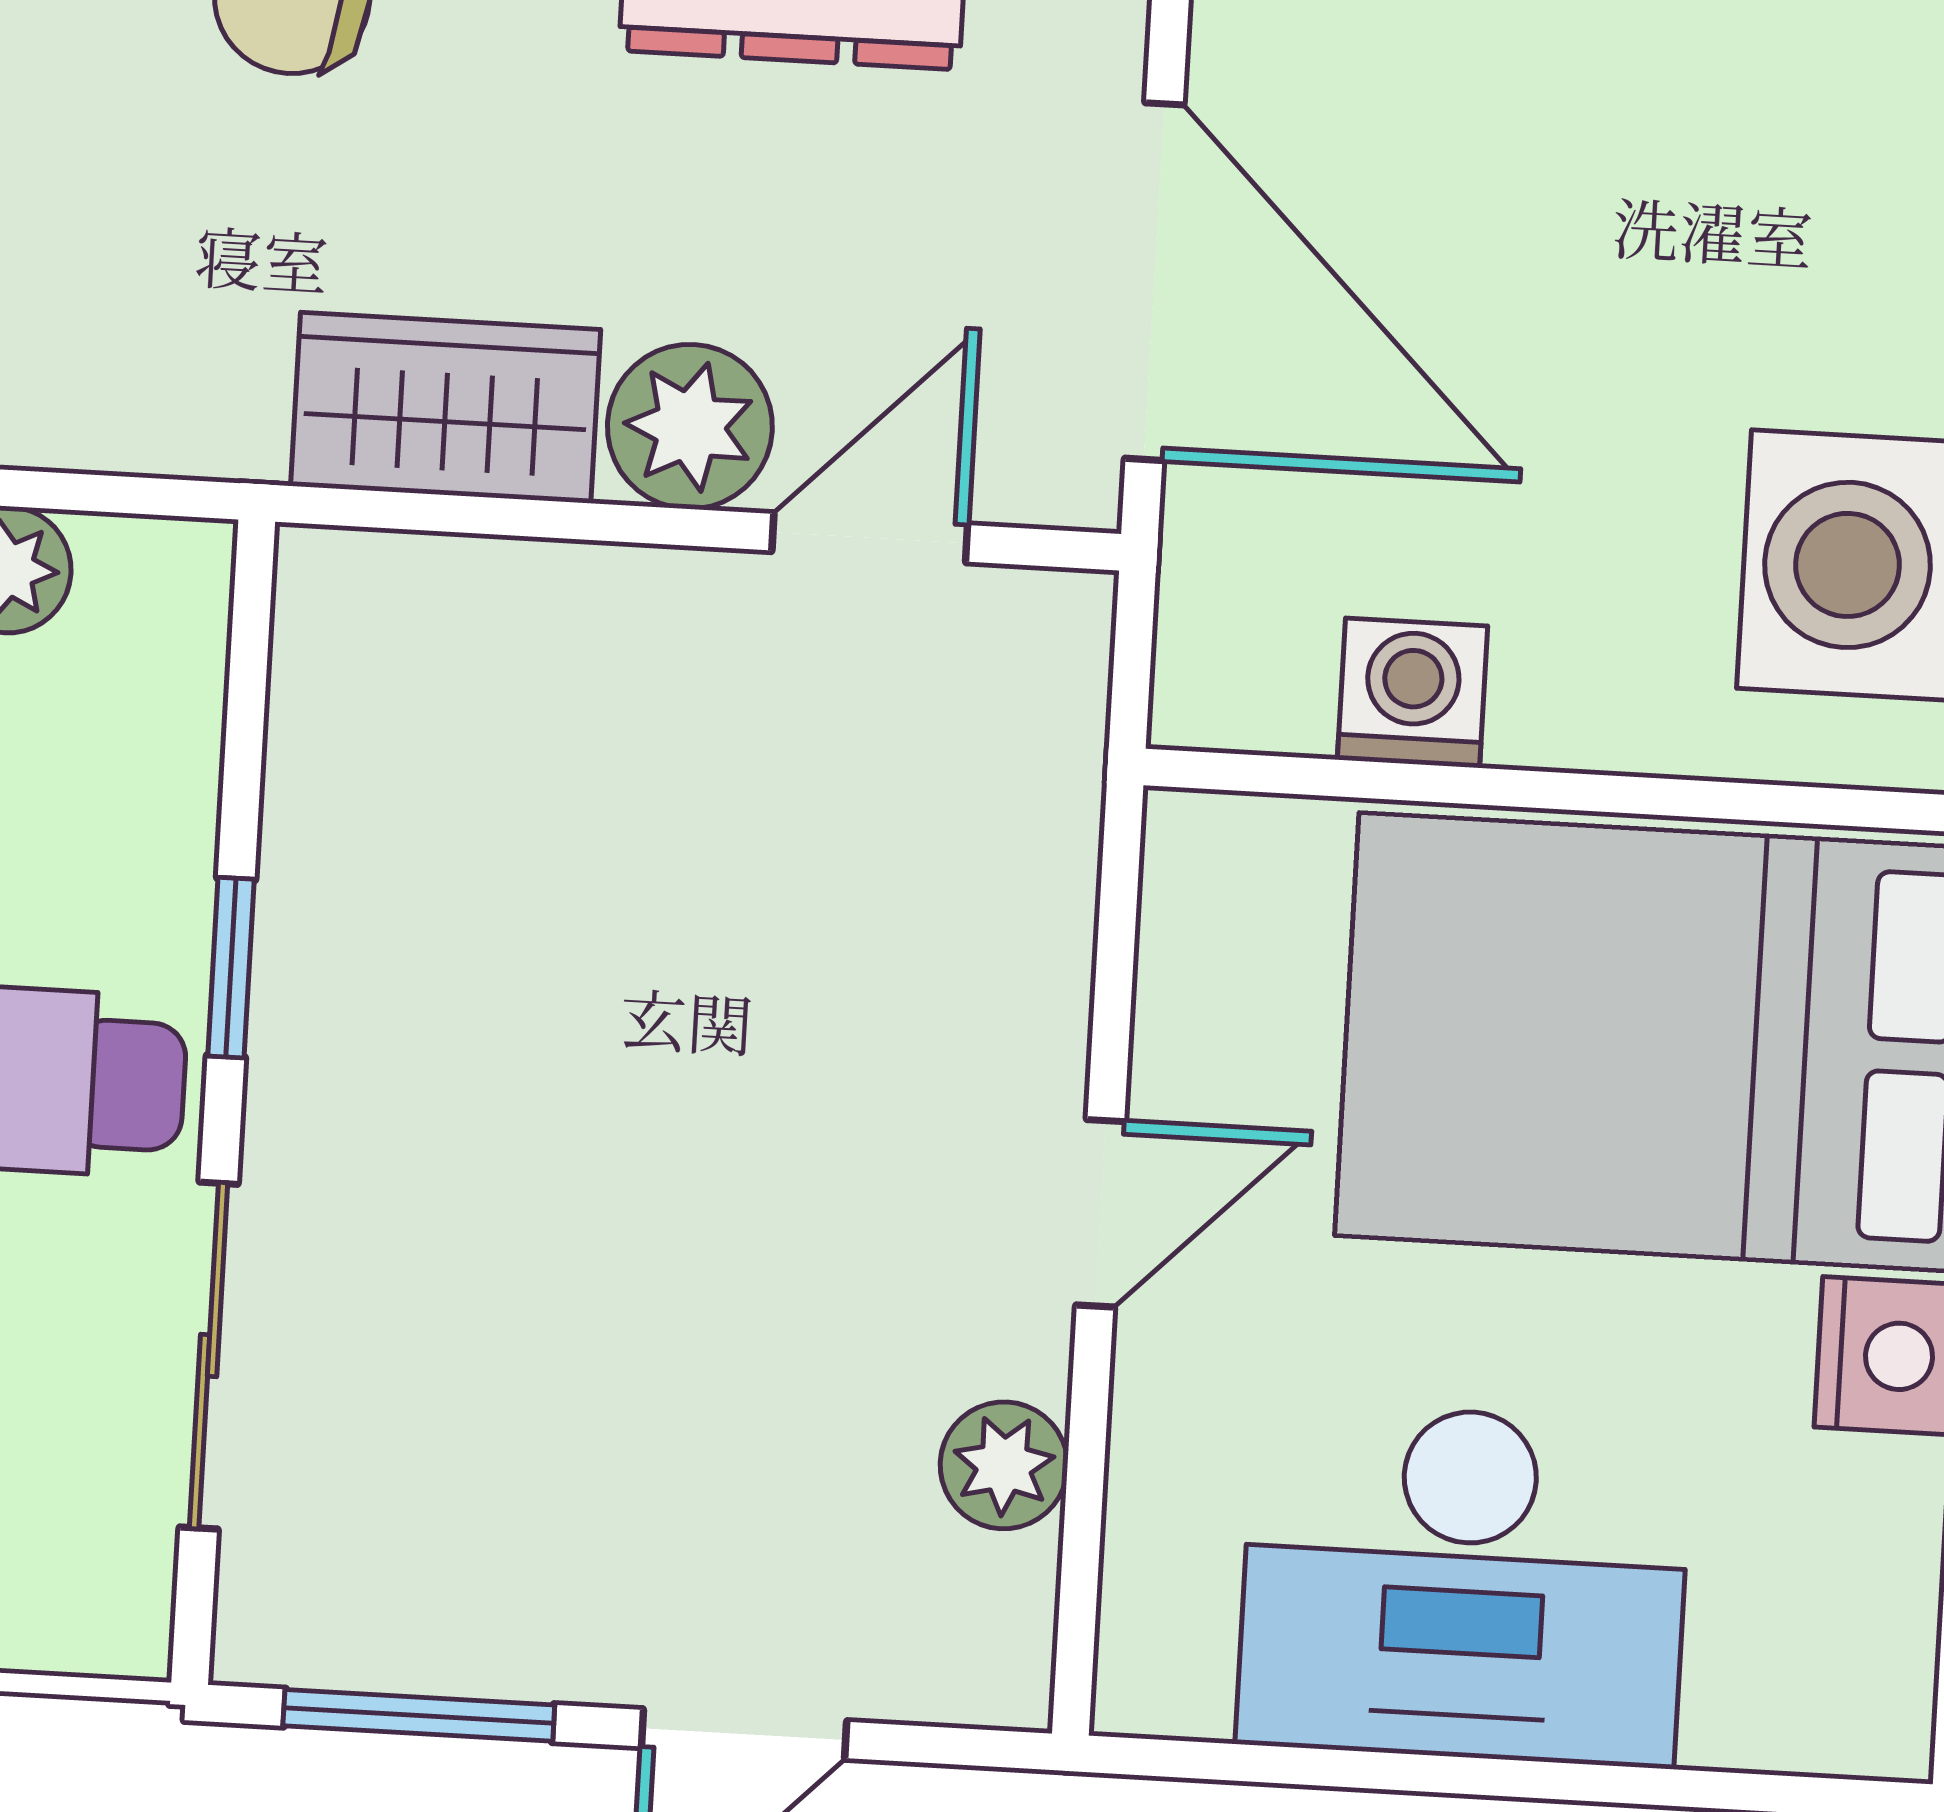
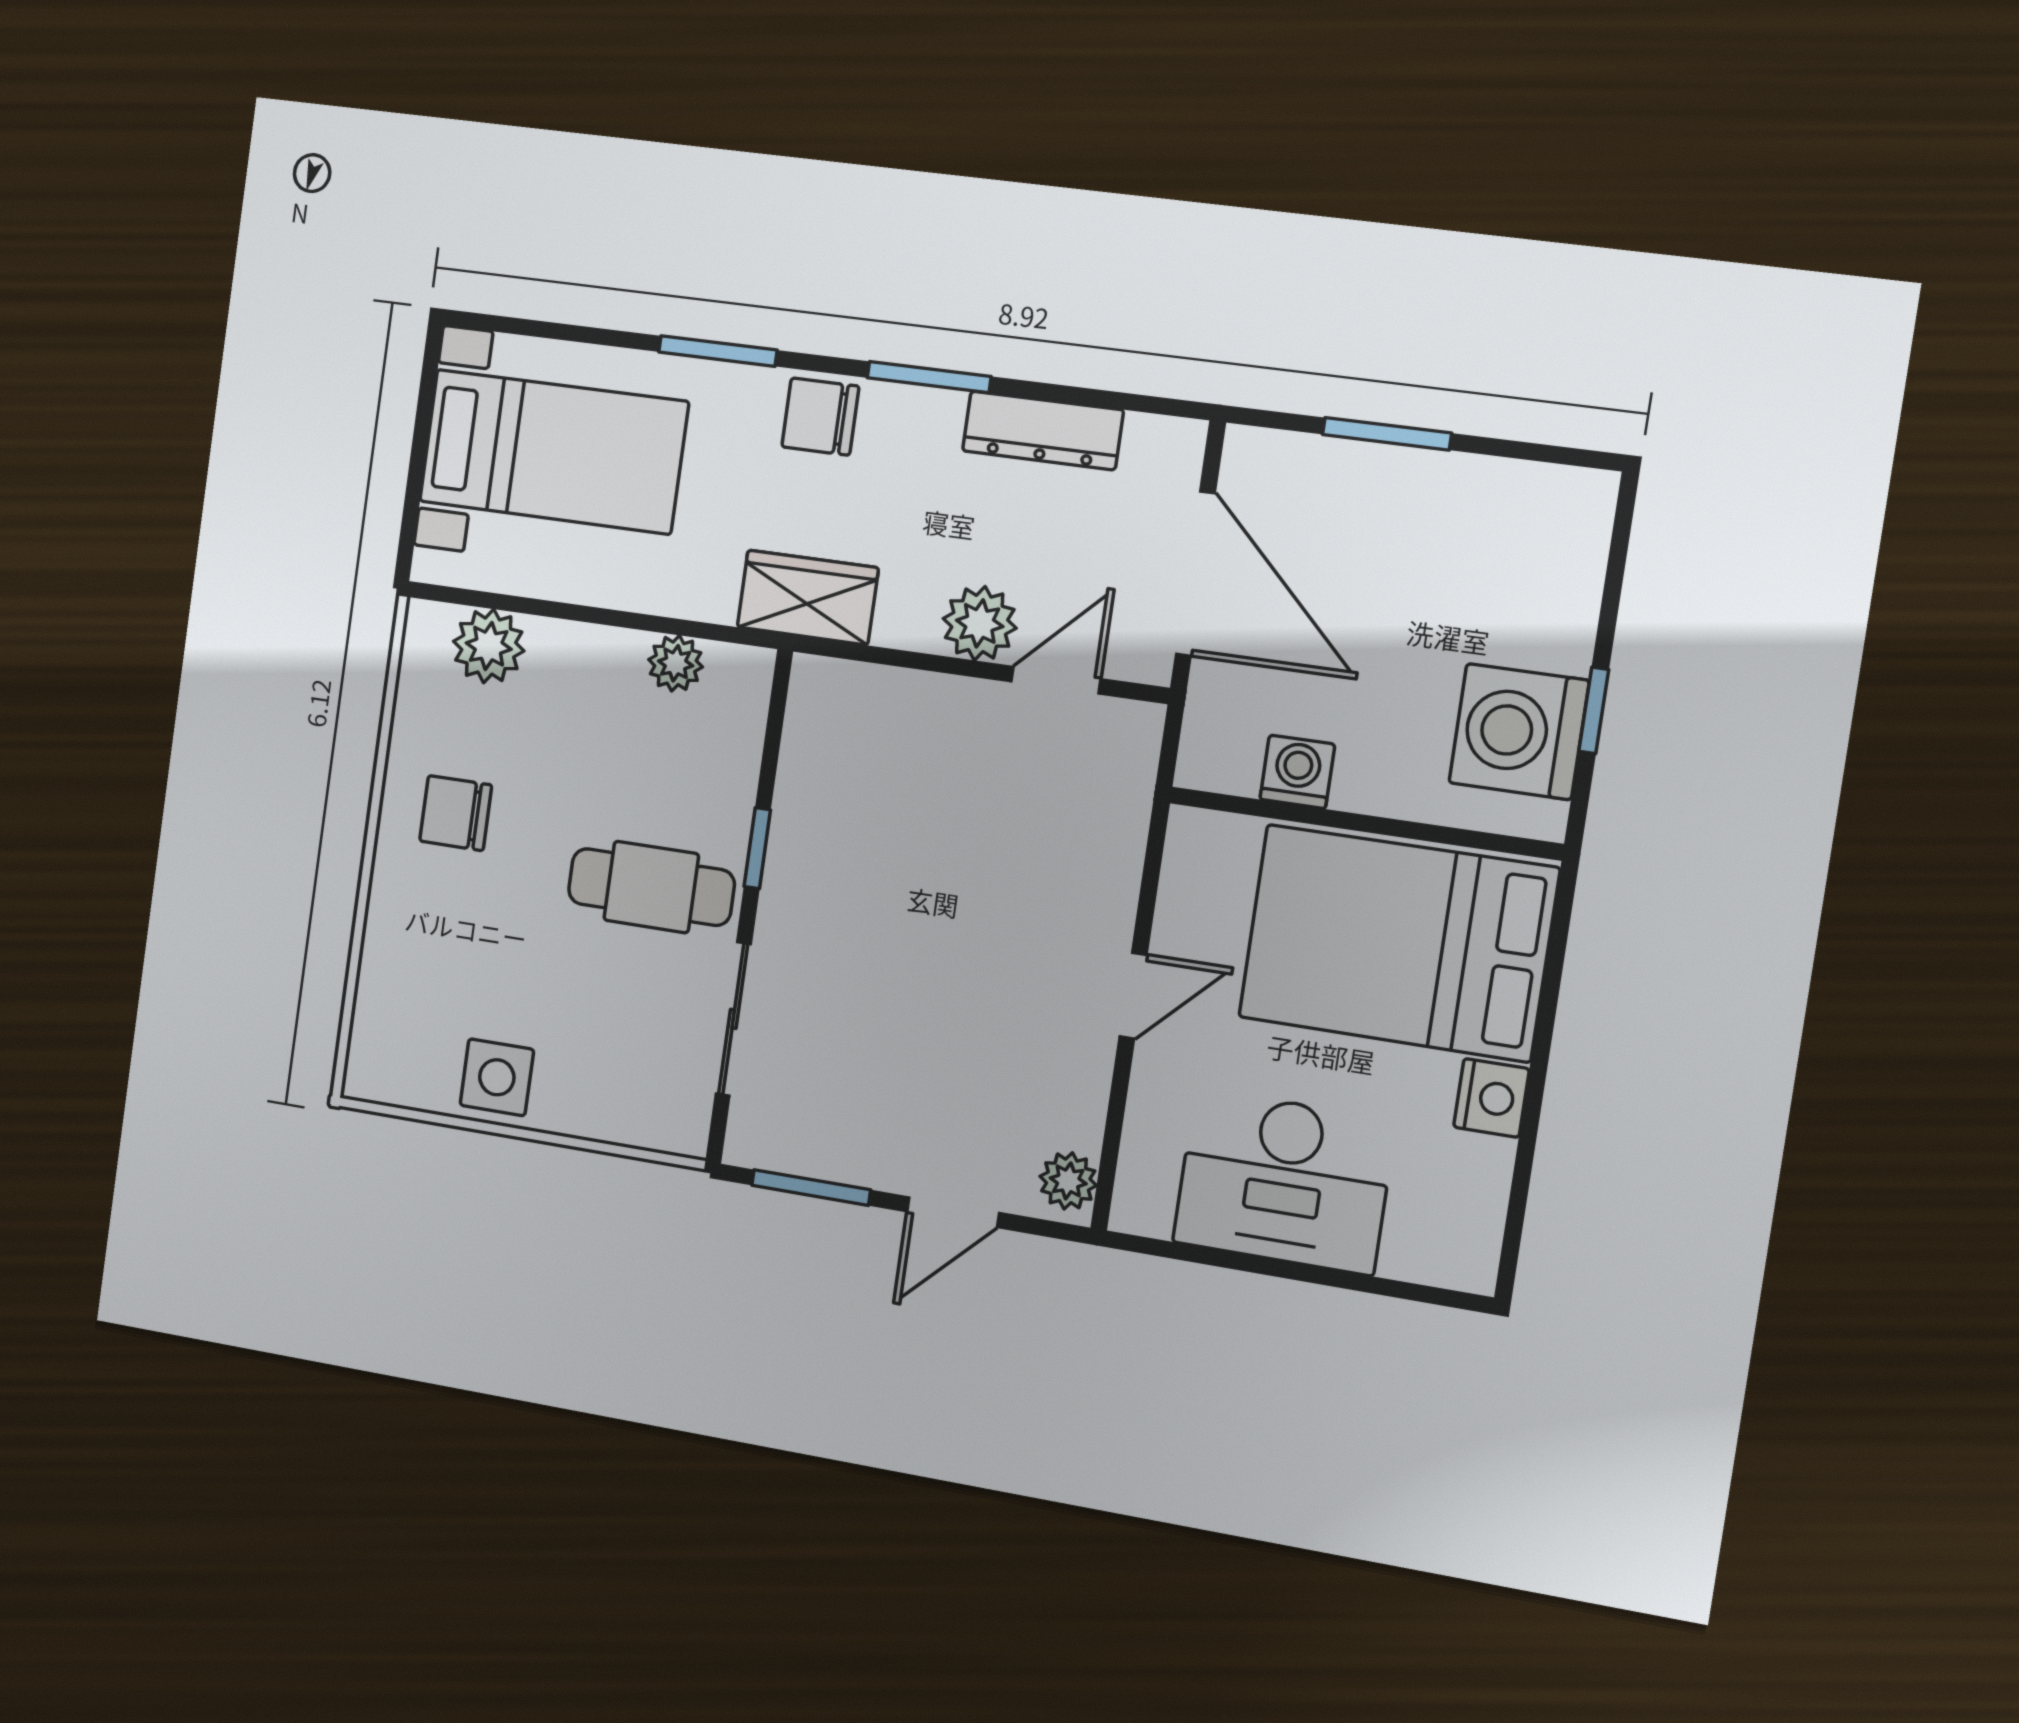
wardrobe: (446, 408) -> (808, 598), moved
plant: (1004, 1465) -> (1068, 1181), moved

